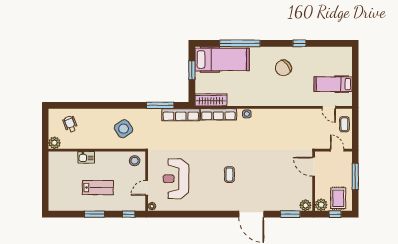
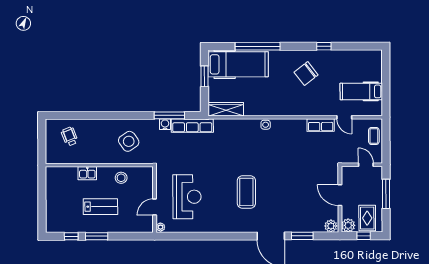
door: (329, 107) -> (344, 117), moved
water cooler: (156, 113) -> (165, 124), added
row of seats: (218, 114) -> (321, 125), moved, width x0.68
plant: (54, 143) -> (52, 157), removed
stool: (135, 161) -> (121, 178), moved
door: (314, 167) -> (340, 195), moved
coffee table: (229, 175) -> (246, 192), width x1.86, depth x1.72
reception desk: (176, 179) -> (187, 197), turned 180
window: (129, 214) -> (71, 236), moved
window: (290, 214) -> (302, 236), moved

